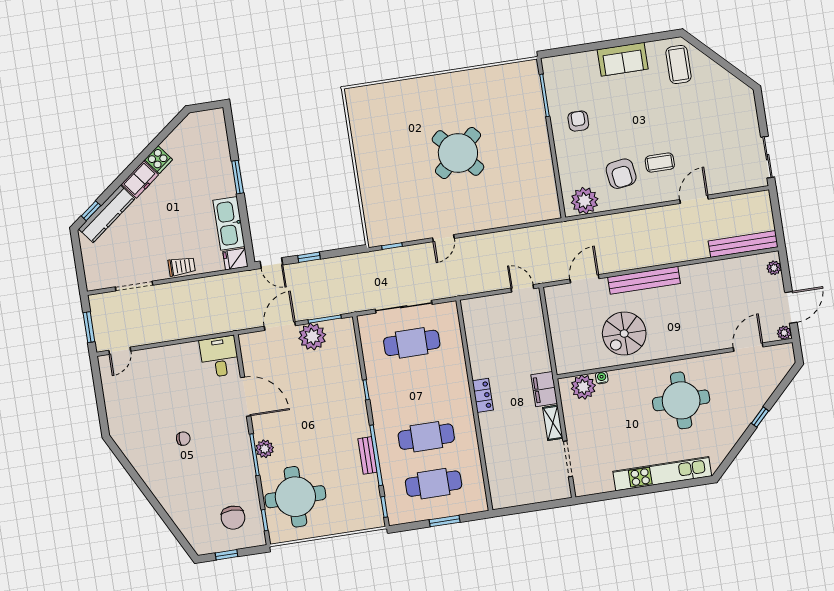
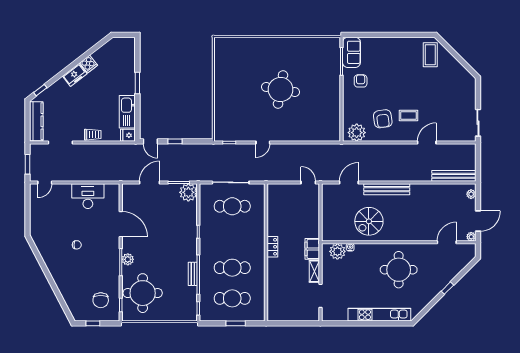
sofa: (623, 59) -> (351, 52), moved, turned -90
round table: (458, 153) -> (281, 90), turned -38
kitchen counter: (107, 214) -> (36, 121), moved, turned -52
plant: (312, 337) -> (188, 192), moved
desk: (219, 357) -> (88, 196), moved, width x1.37

